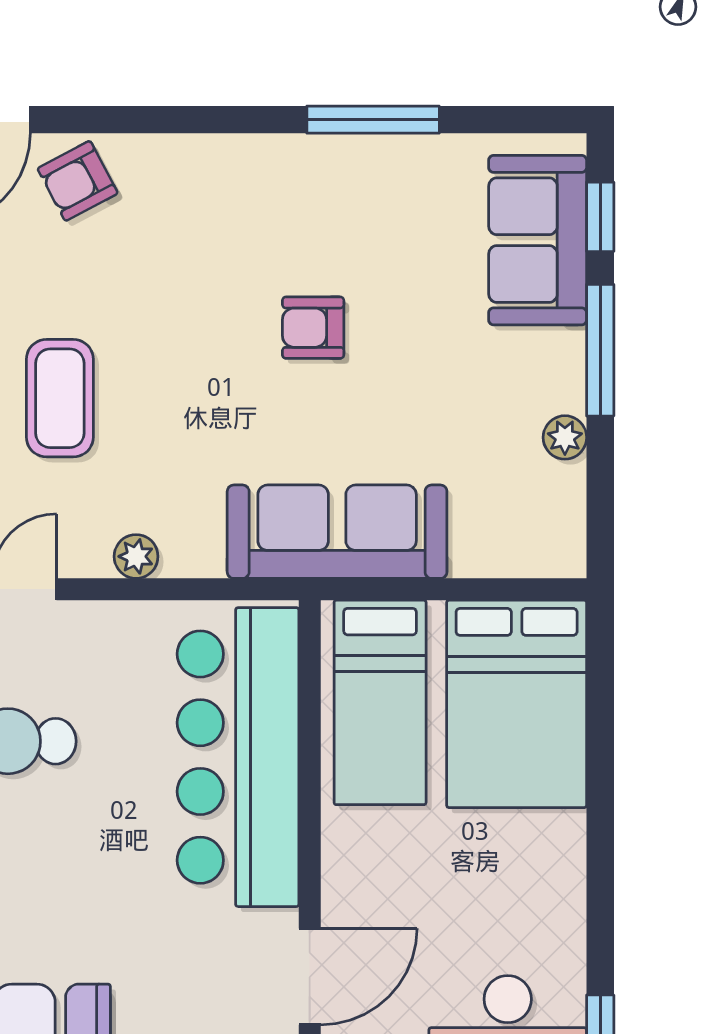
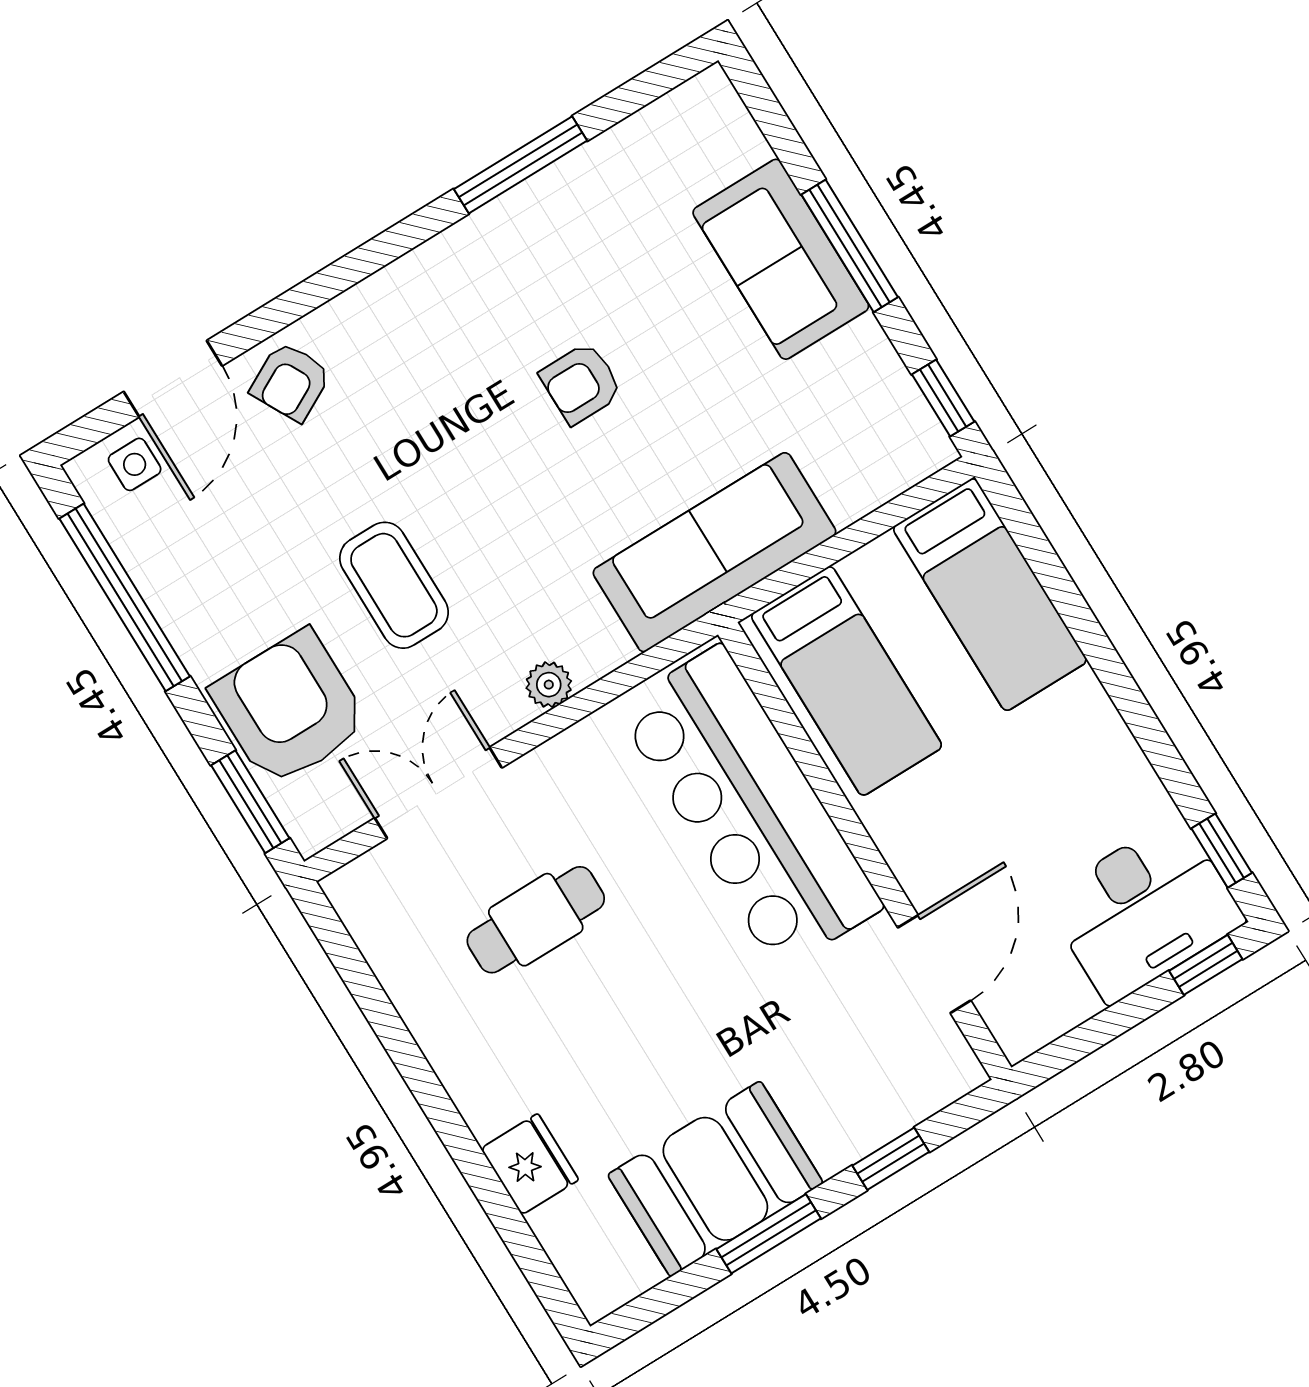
window: (600, 217) -> (943, 398), moved
sofa: (538, 240) -> (781, 259), moved
plant: (565, 437) -> (866, 343), removed
bed: (517, 704) -> (990, 594), width x0.67

